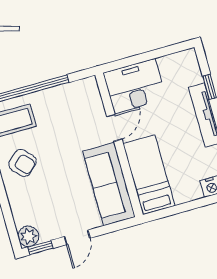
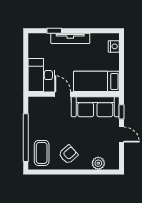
plant: (28, 236) -> (98, 163), moved
window: (40, 248) -> (122, 112), moved

